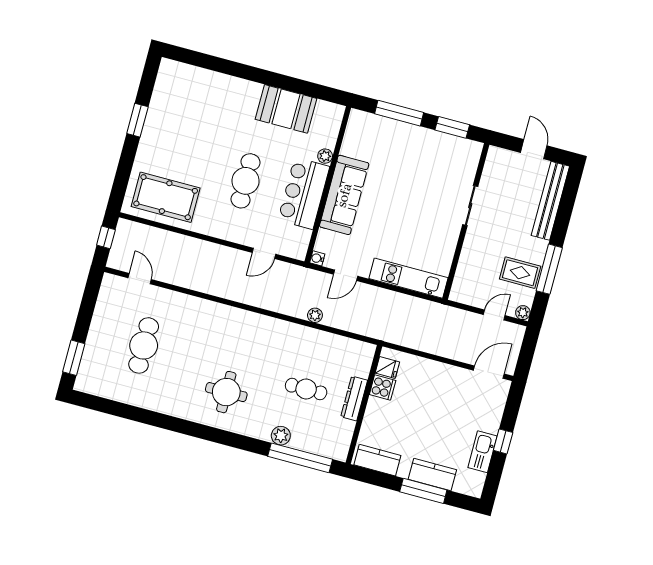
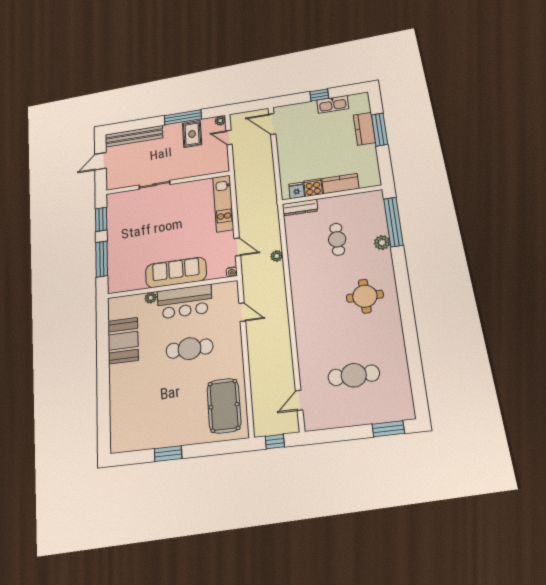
dresser: (354, 398) -> (300, 208), moved
kitchen counter: (377, 460) -> (340, 184), moved, turned 90

